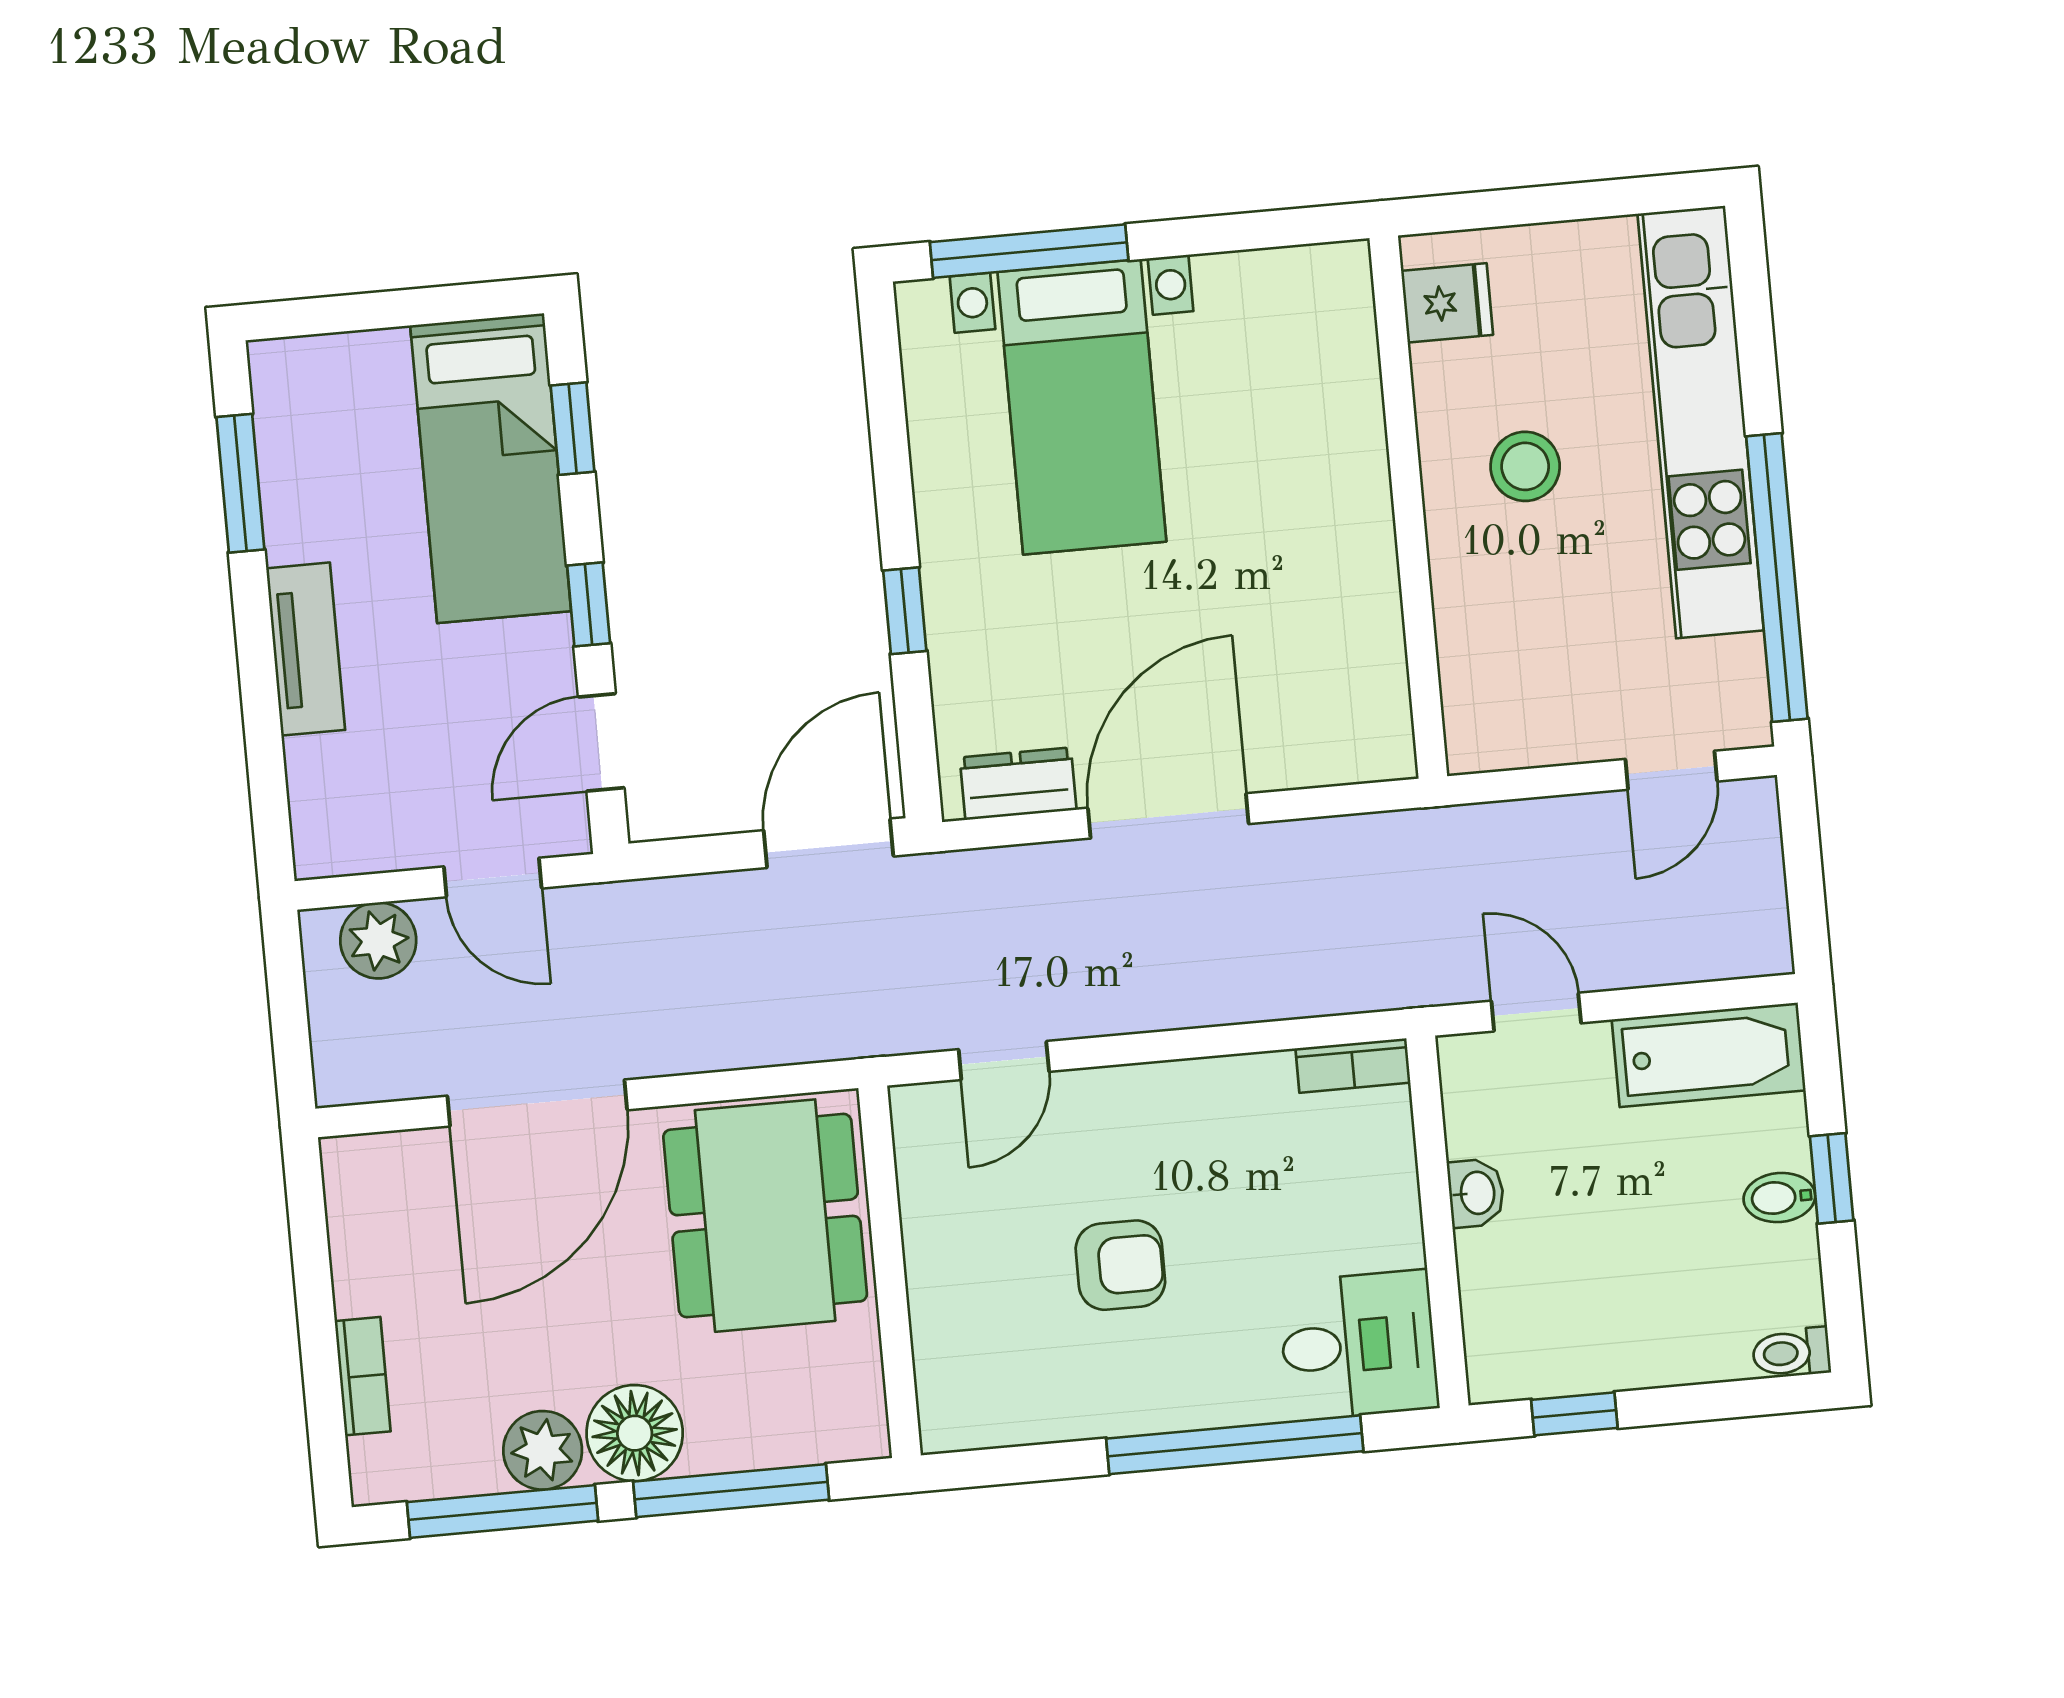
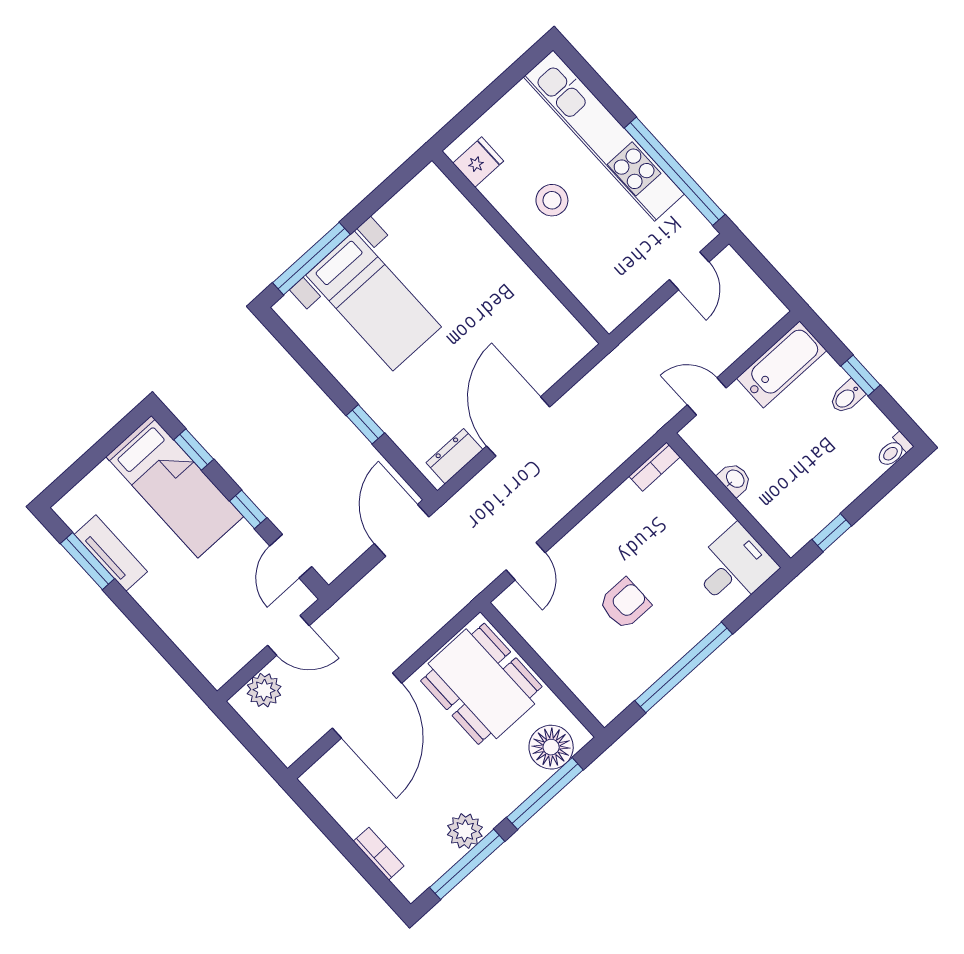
tv unit: (306, 649) -> (111, 553), moved
floor lamp: (635, 1433) -> (551, 747), moved
window: (1235, 1445) -> (684, 667), moved

